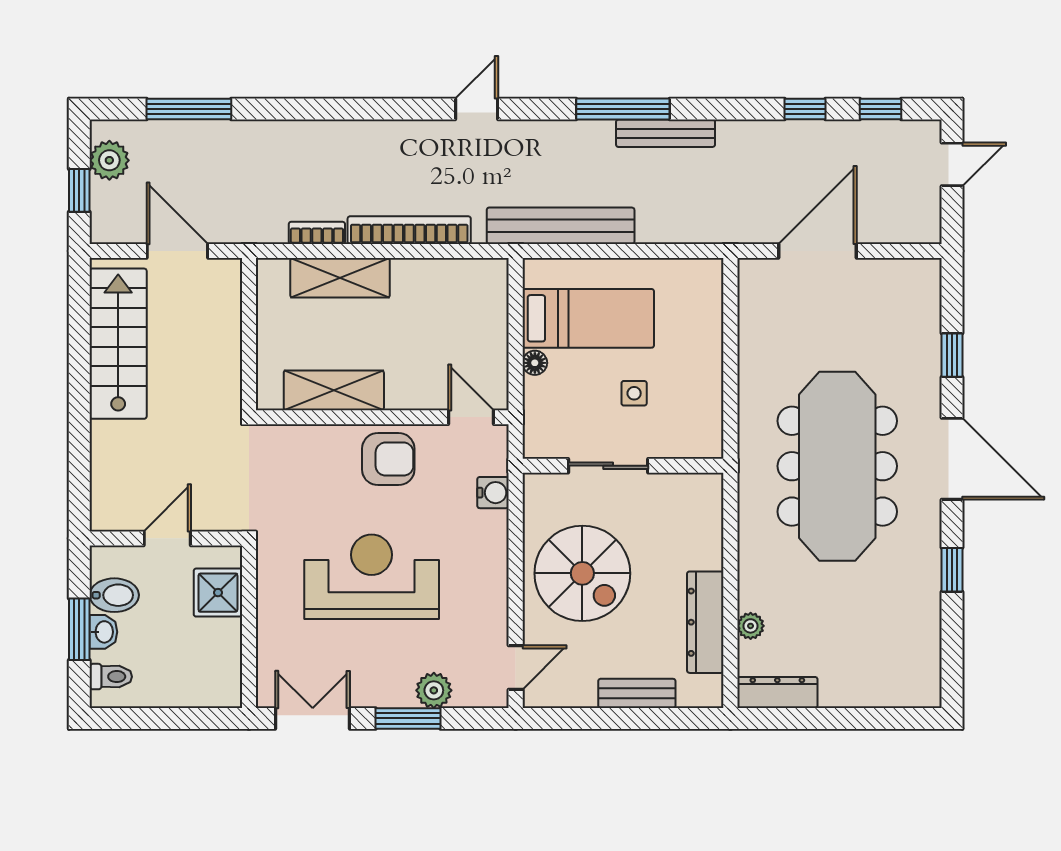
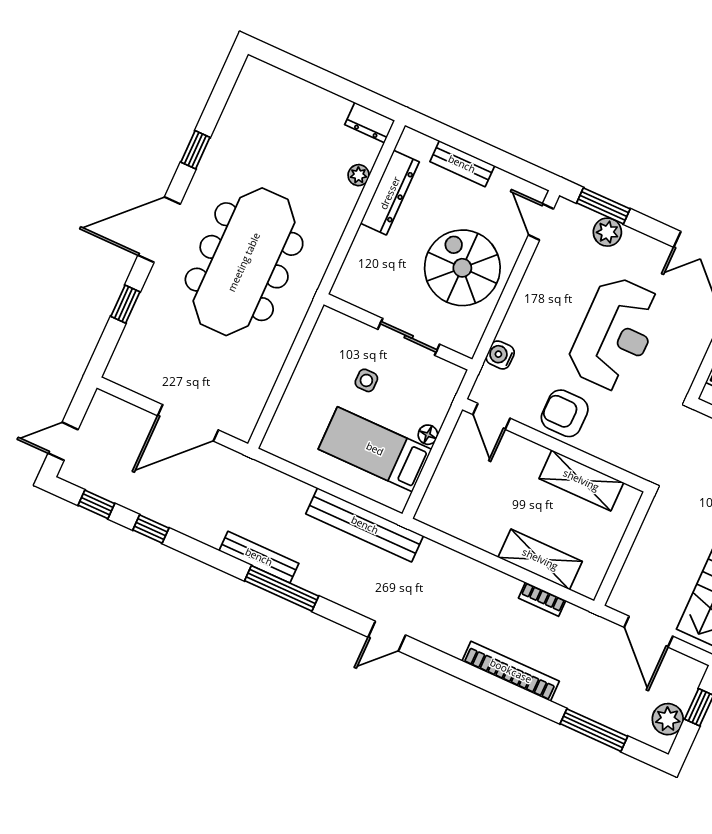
bookcase: (409, 230) -> (511, 671), moved, turned 180
door: (952, 459) -> (159, 230), hinge flipped
reception desk: (372, 577) -> (615, 334), turned -90
door: (516, 667) -> (541, 222), hinge flipped
dresser: (777, 692) -> (370, 123), width x0.70
window: (408, 718) -> (603, 206), moved

